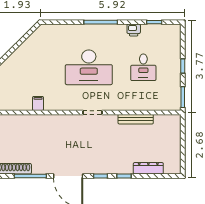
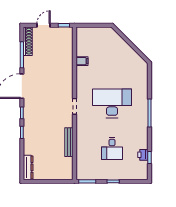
printer: (134, 30) -> (143, 155), moved
desk: (89, 67) -> (112, 103), turned 90
desk: (143, 67) -> (112, 149), turned -90
dresser: (148, 168) -> (28, 167), moved

